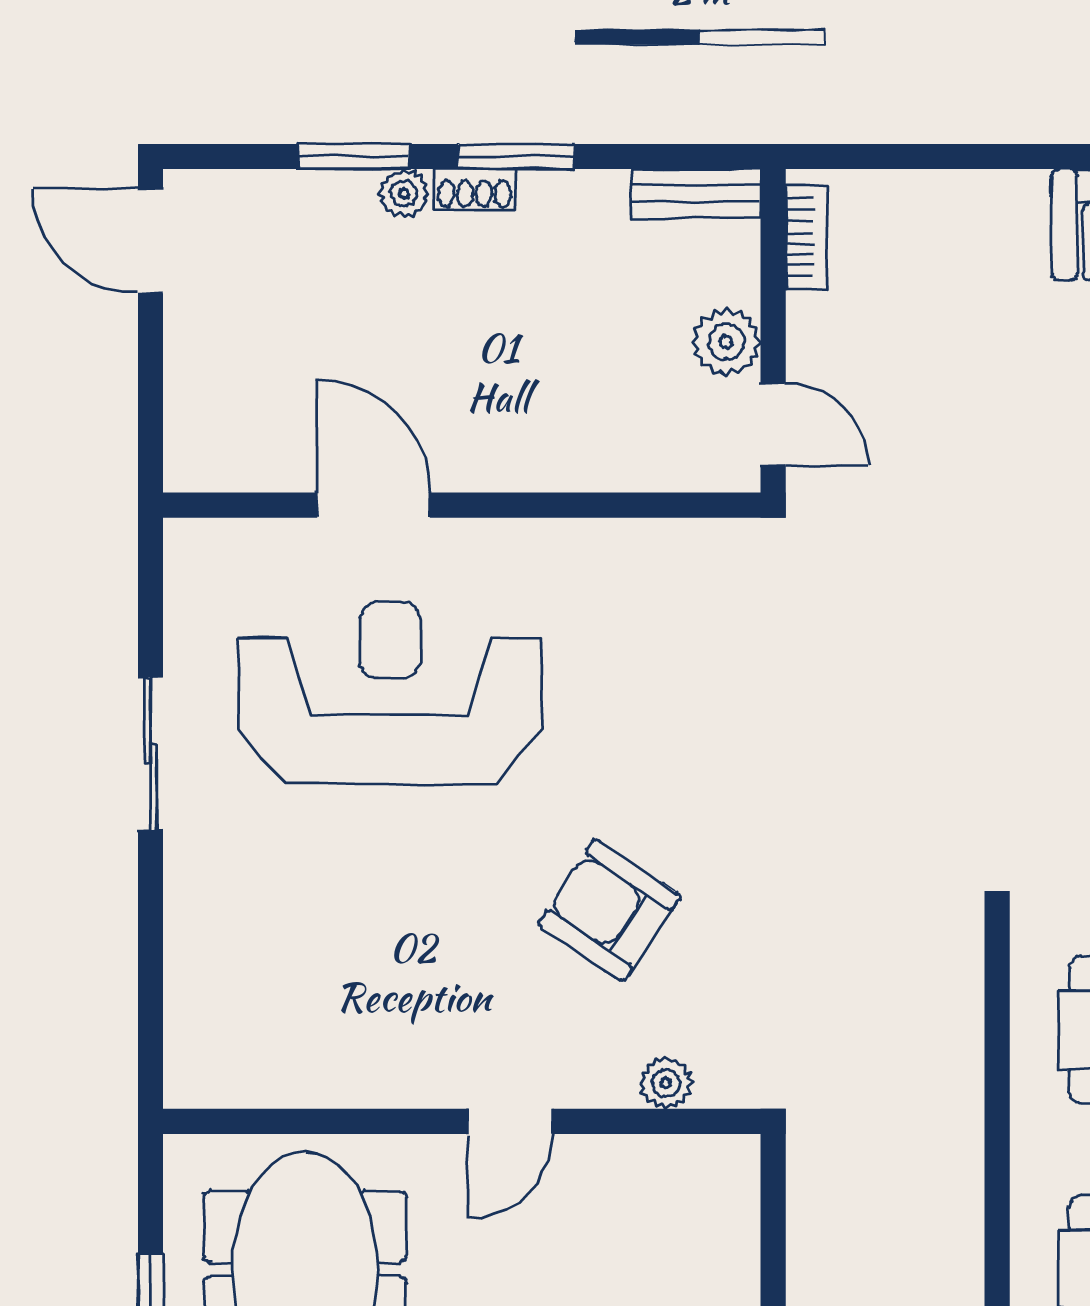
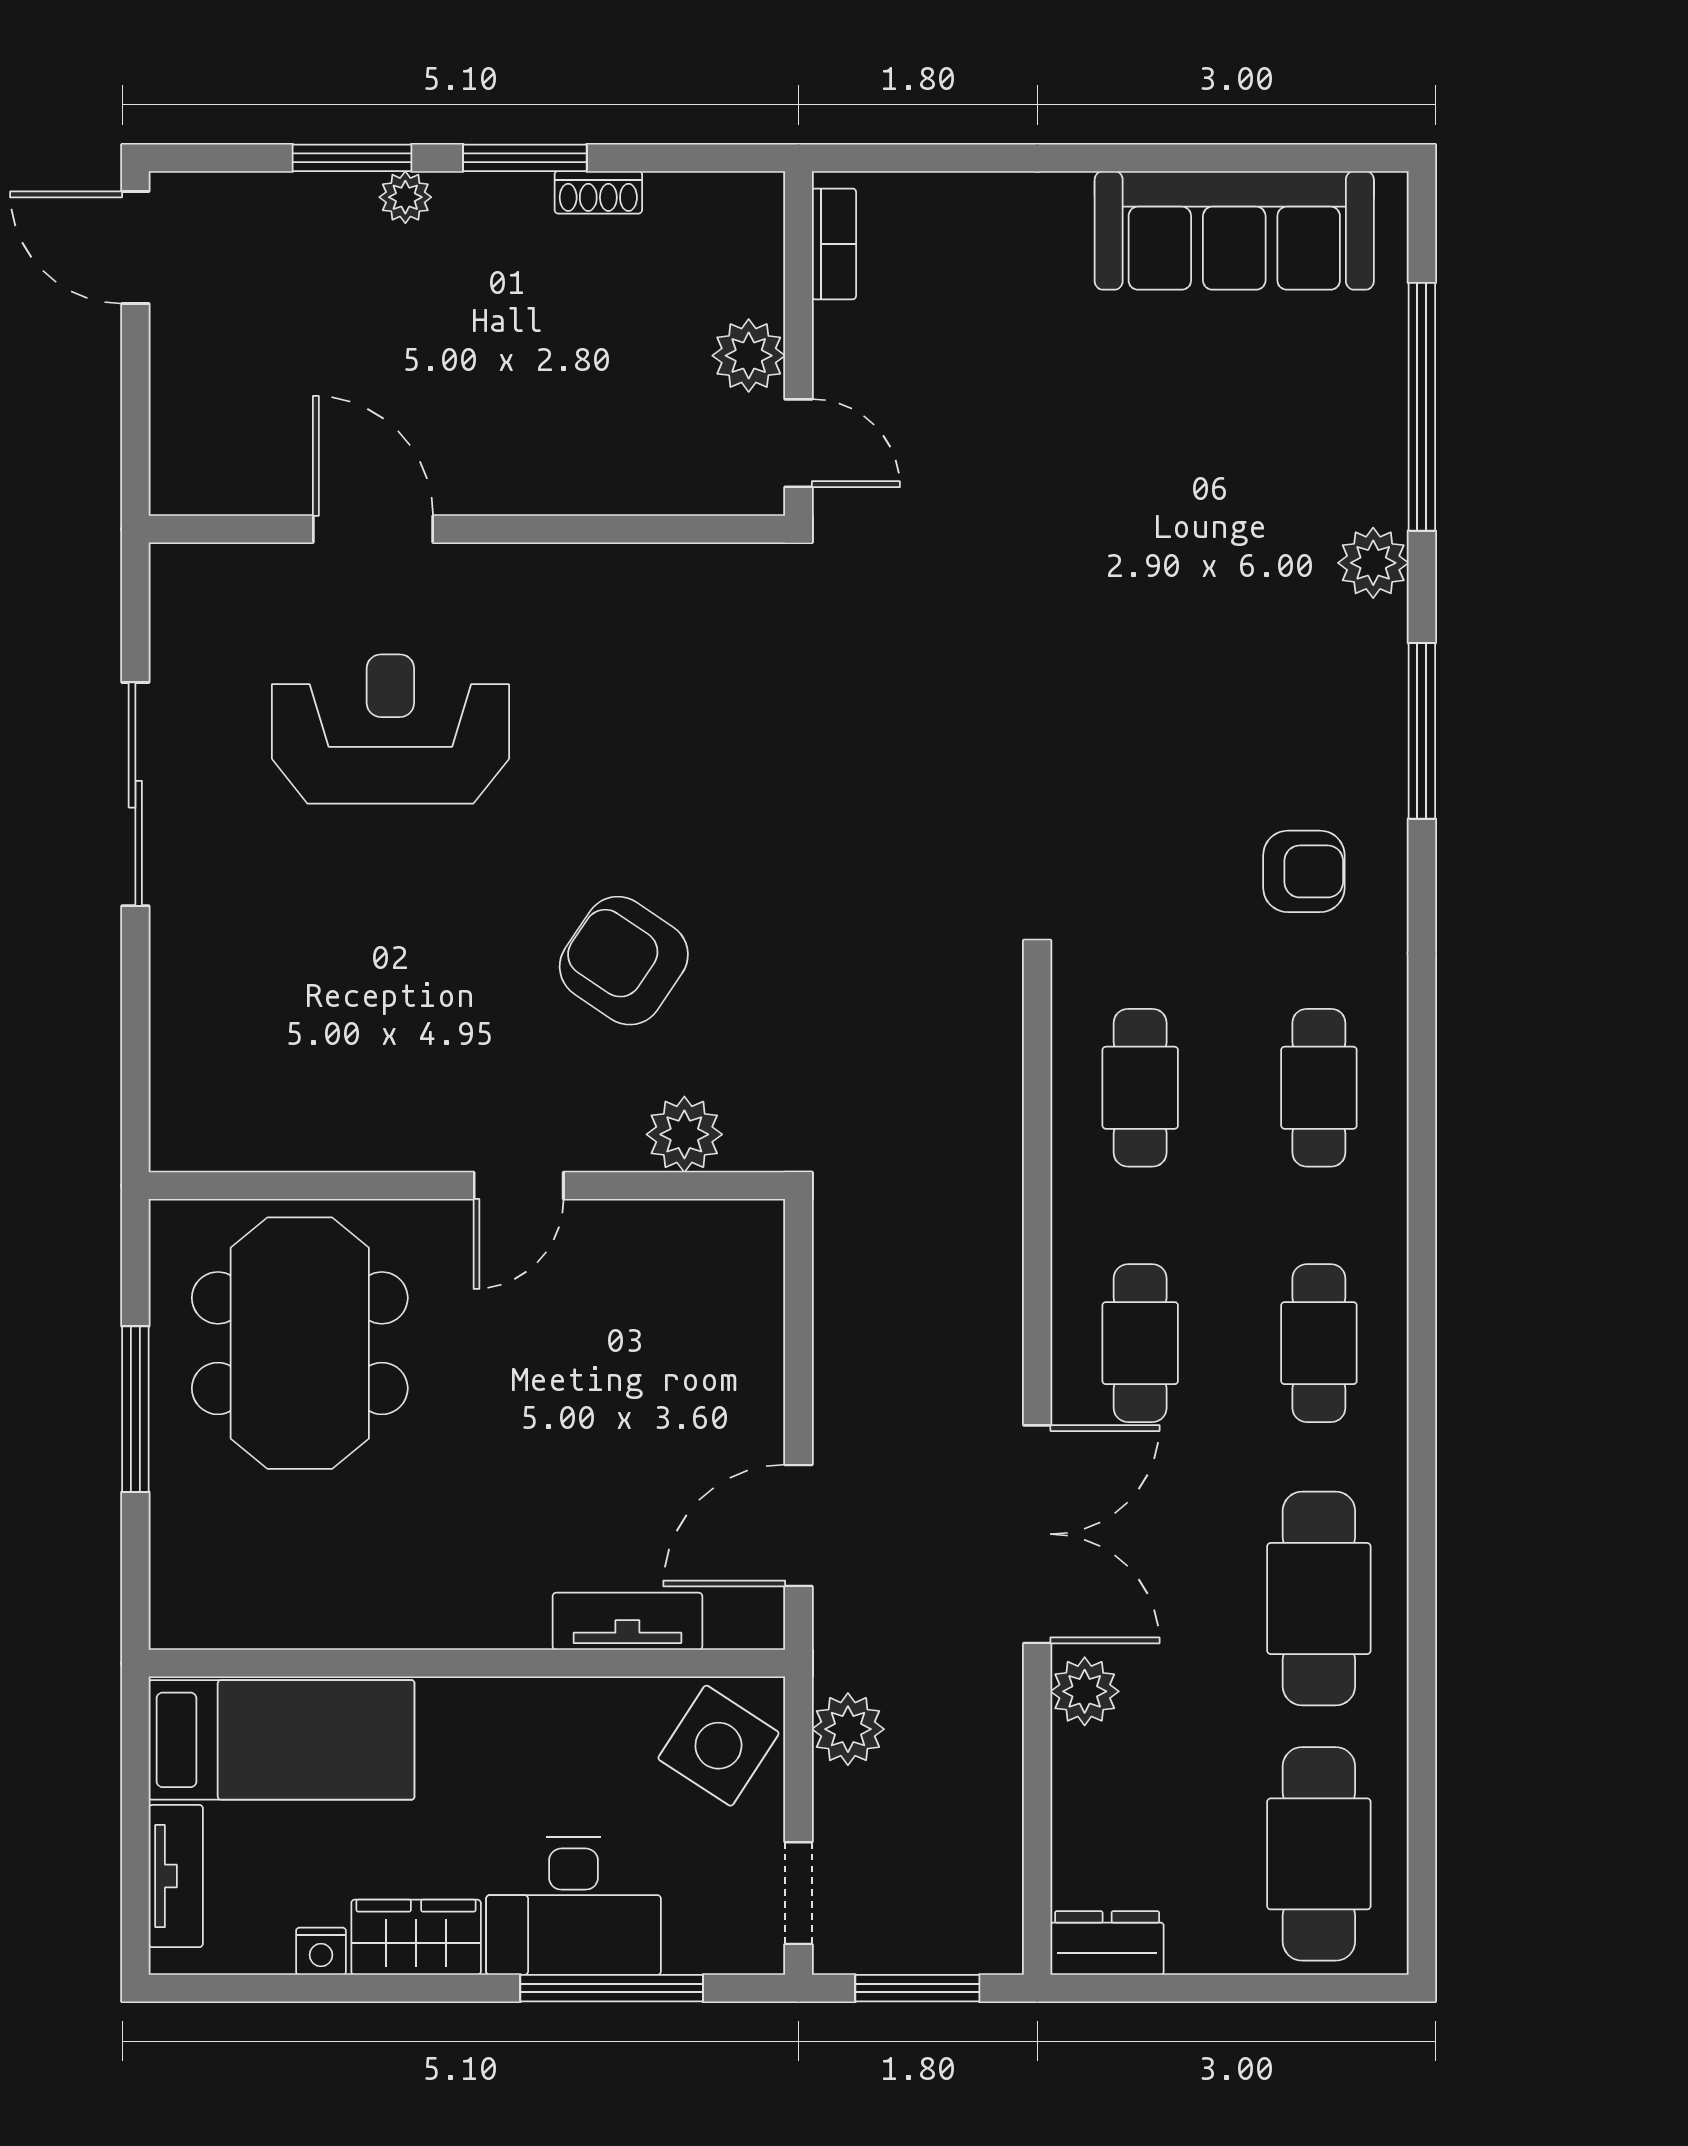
shoe rack: (474, 189) -> (598, 192), moved
bench: (696, 194) -> (716, 197), removed
reception desk: (390, 693) -> (390, 729), width x0.74, depth x0.77
sliding door: (151, 754) -> (135, 794), width x1.37
plant: (666, 1083) -> (684, 1134), width x1.38, depth x1.38

